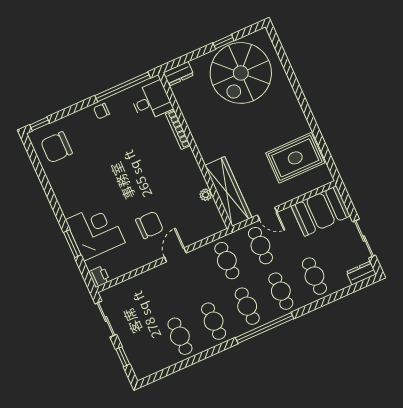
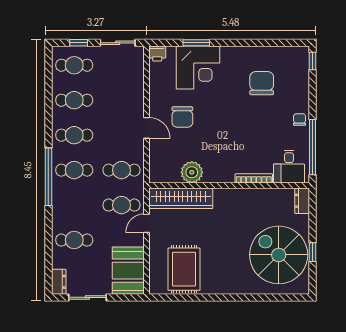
chair: (56, 147) -> (262, 83), moved
plant: (206, 195) -> (192, 172), width x1.87, depth x1.87
cafe table: (281, 291) -> (74, 65), moved

